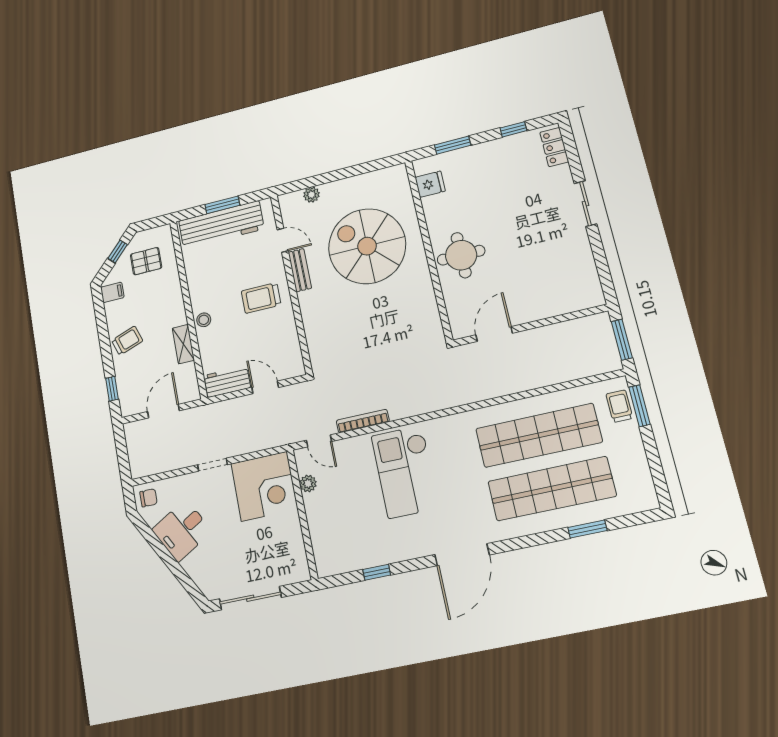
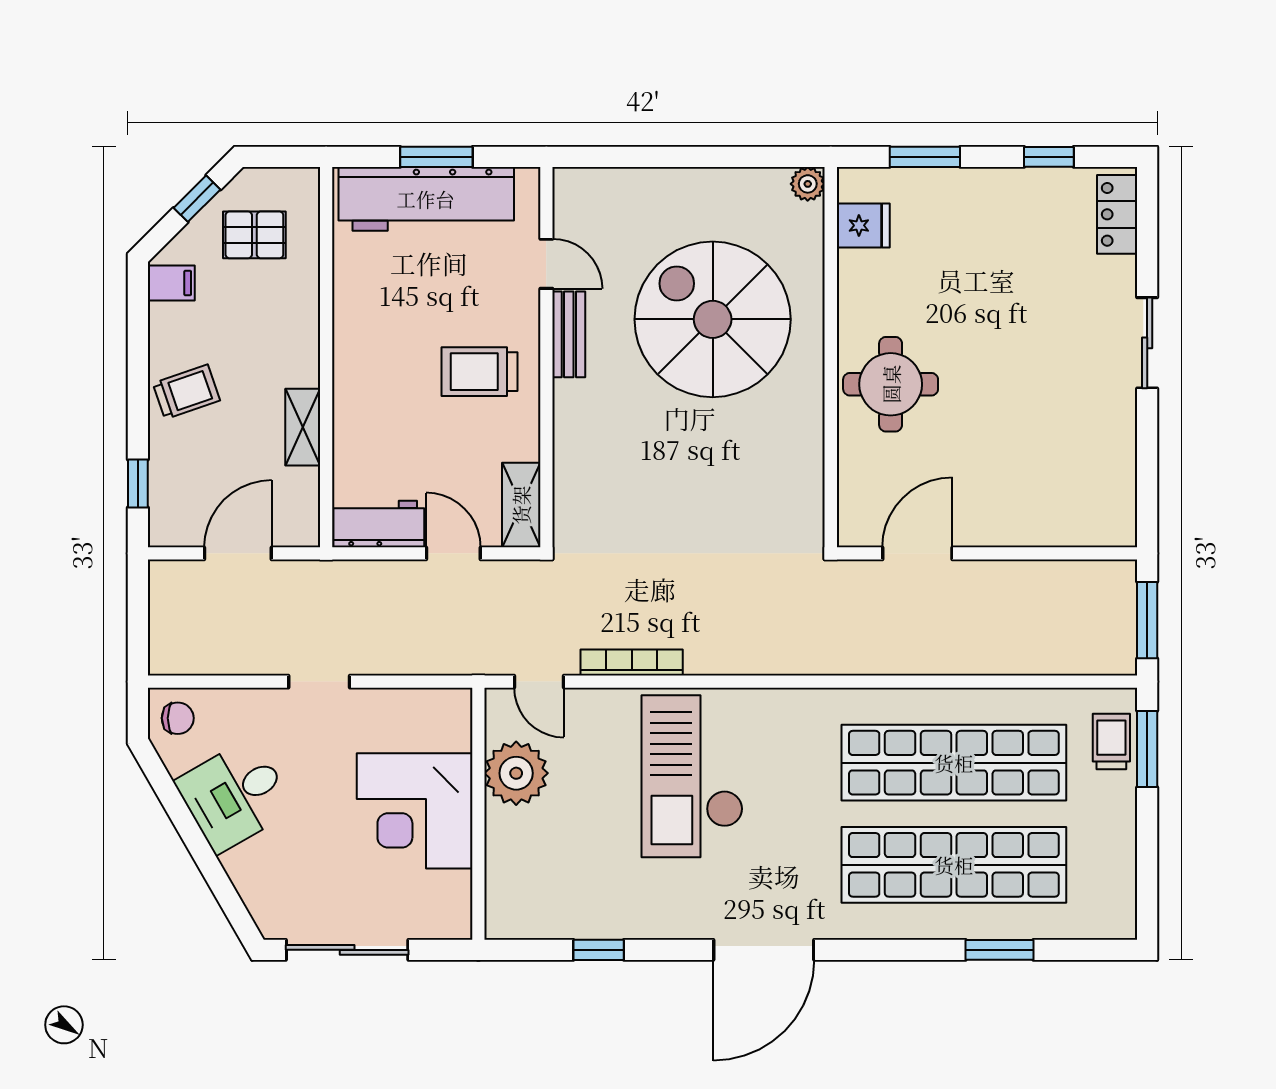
plant: (311, 195) -> (808, 184), moved
stool: (204, 320) -> (354, 388), removed
shelving: (293, 356) -> (521, 505), added
plant: (308, 484) -> (516, 773), width x1.87, depth x1.87
corner desk: (264, 486) -> (415, 811), moved, turned 90

